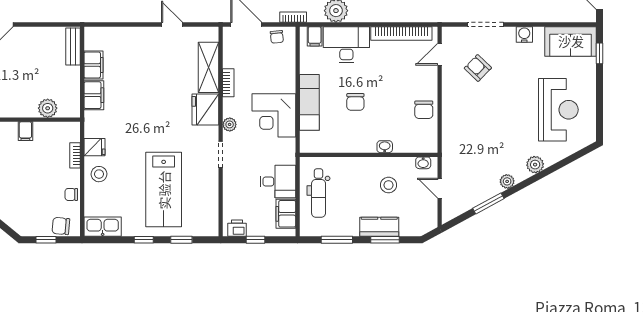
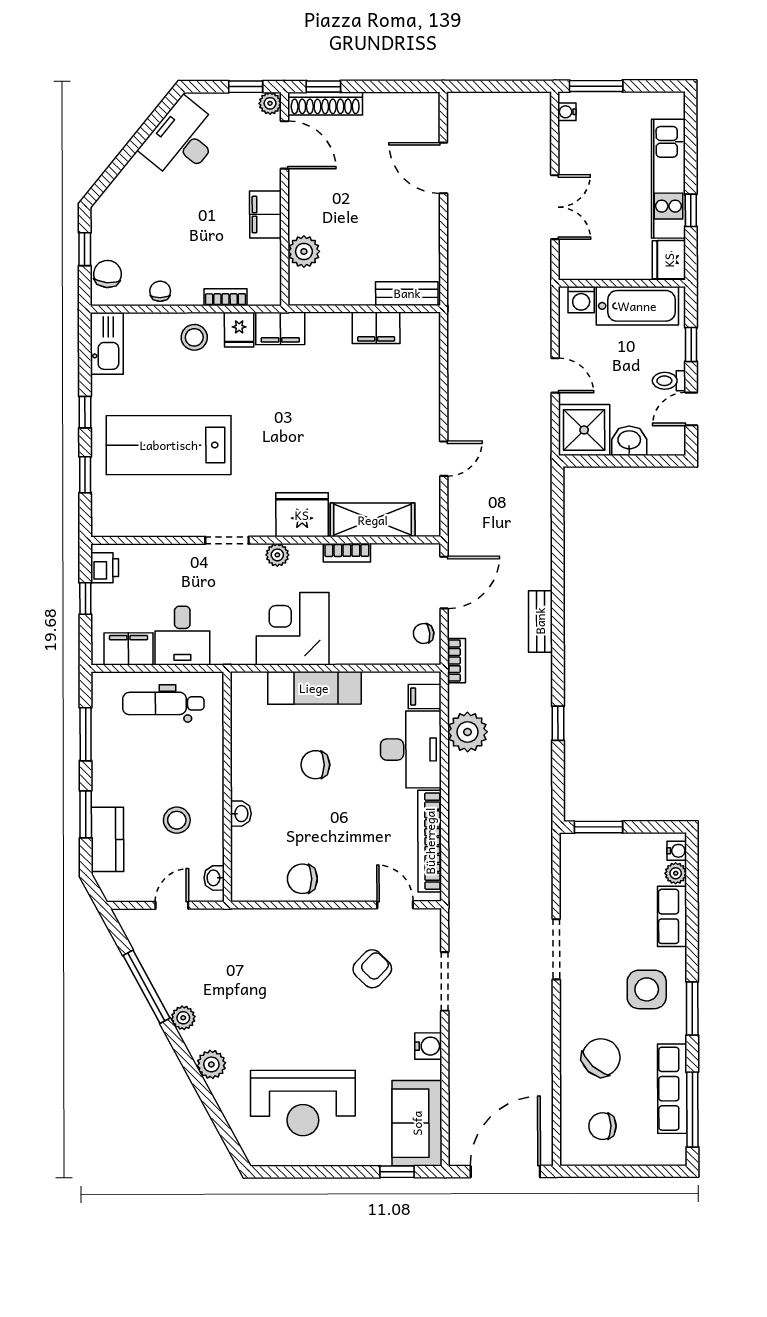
filing cabinet: (94, 95) -> (280, 329), moved
filing cabinet: (25, 131) -> (266, 214), width x2.00
window: (488, 203) -> (146, 987), width x1.44
kitchen counter: (379, 227) -> (107, 839), moved

